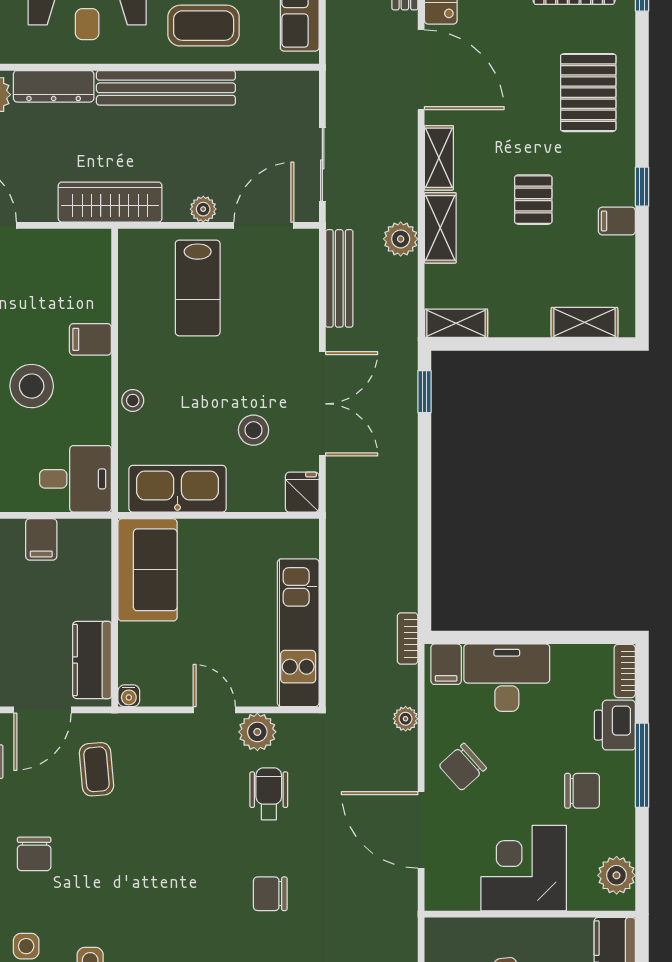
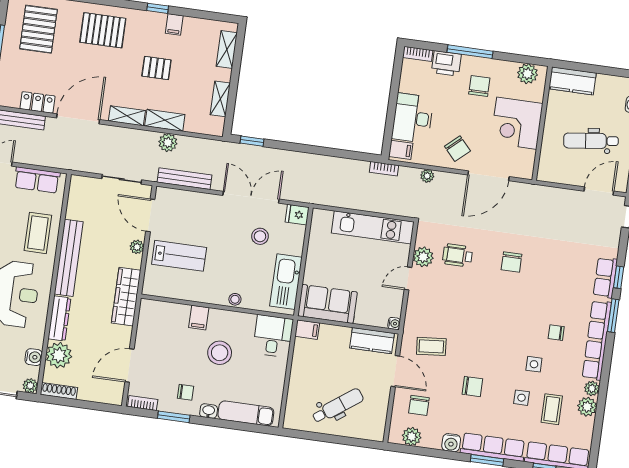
shelving: (456, 323) -> (220, 99), moved
filing cabinet: (41, 539) -> (307, 330), moved

